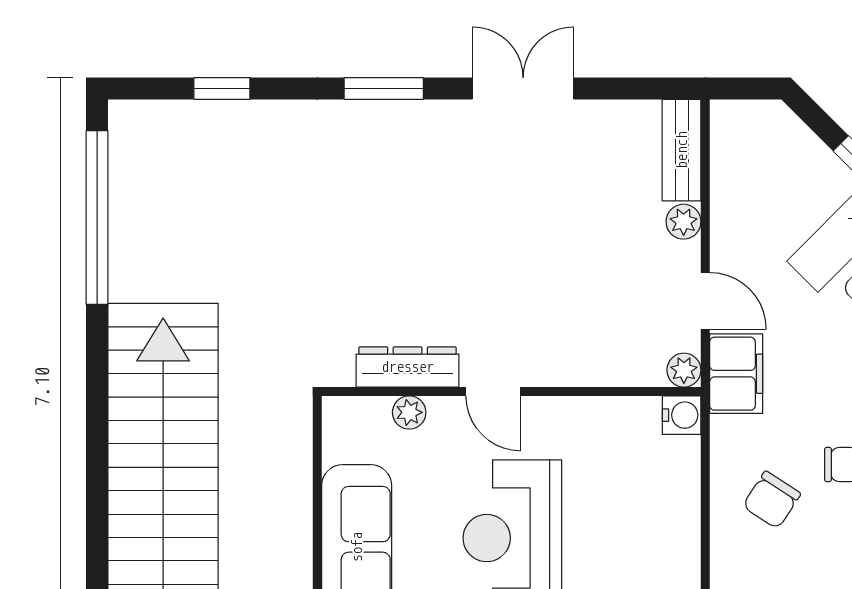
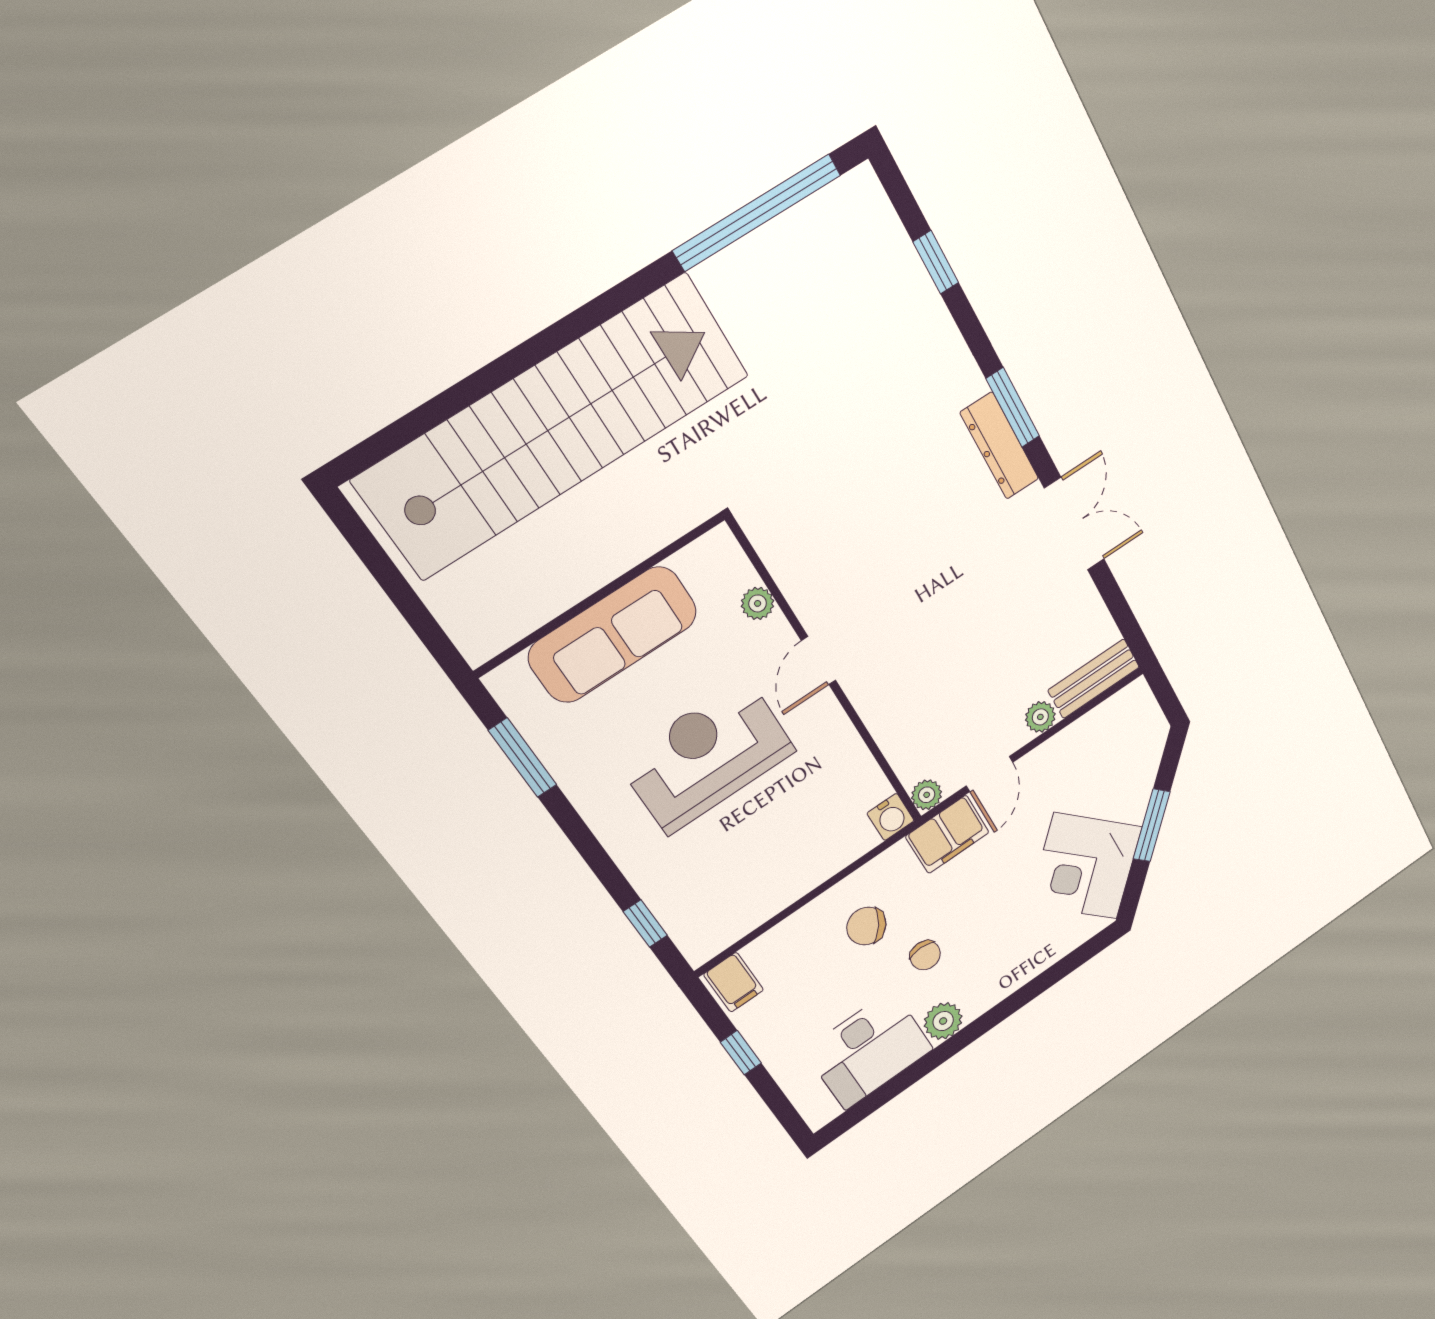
dresser: (408, 367) -> (1000, 446), moved, turned 180

